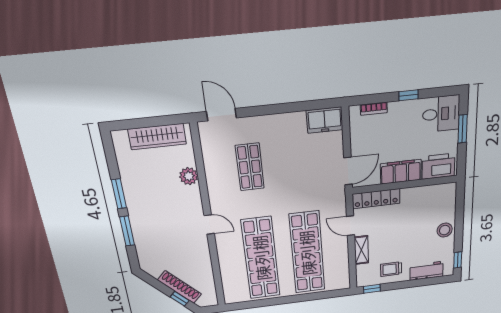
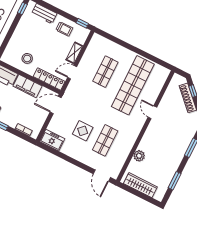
display table: (289, 160) -> (83, 131), added
window: (119, 194) -> (175, 181), moved
door: (209, 225) -> (152, 112), moved
door: (350, 226) -> (72, 72), swing flipped
stool: (445, 230) -> (27, 58), moved
shop shelf: (307, 253) -> (105, 72), width x0.50, depth x0.74

